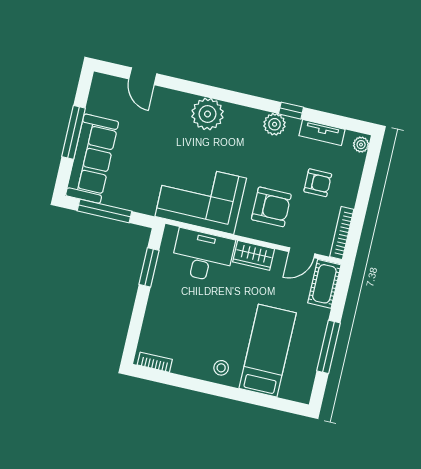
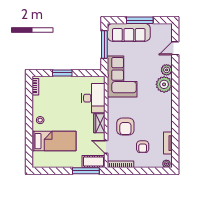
window: (291, 111) -> (175, 125), removed
plant: (275, 124) -> (167, 70), moved
corner sofa: (201, 197) -> (122, 76), moved
window: (149, 267) -> (62, 73), moved
window: (329, 347) -> (86, 171), moved

